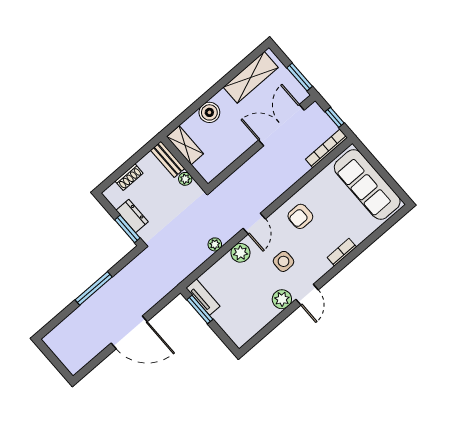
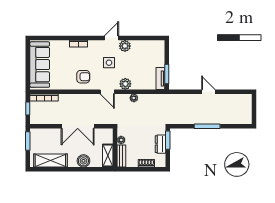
double door: (281, 125) -> (78, 126), moved
door: (254, 224) -> (107, 92), swing flipped
door: (129, 332) -> (208, 92), width x0.53

